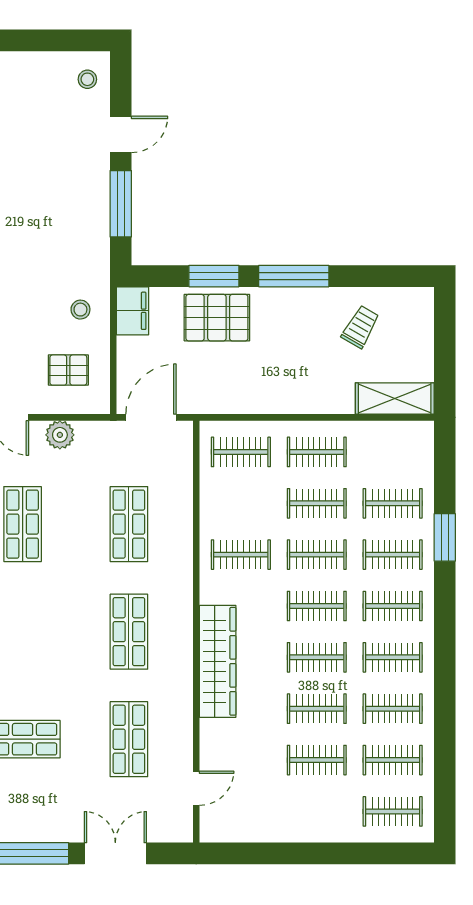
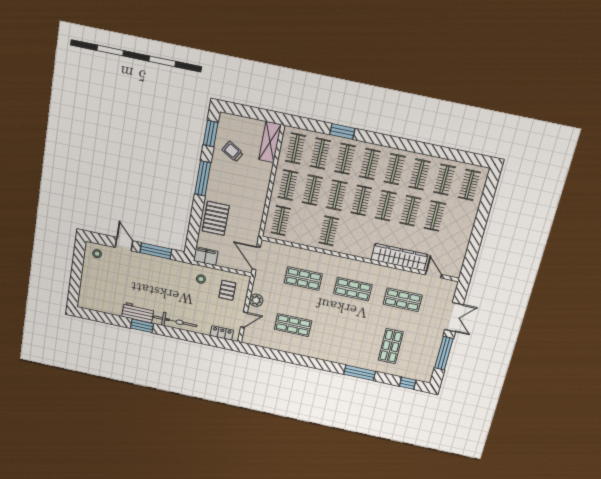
window: (214, 276) -> (211, 134), moved
clothes rail: (393, 452) -> (295, 148), added
wardrobe: (218, 661) -> (399, 257), moved
double door: (115, 853) -> (454, 317), swing flipped

